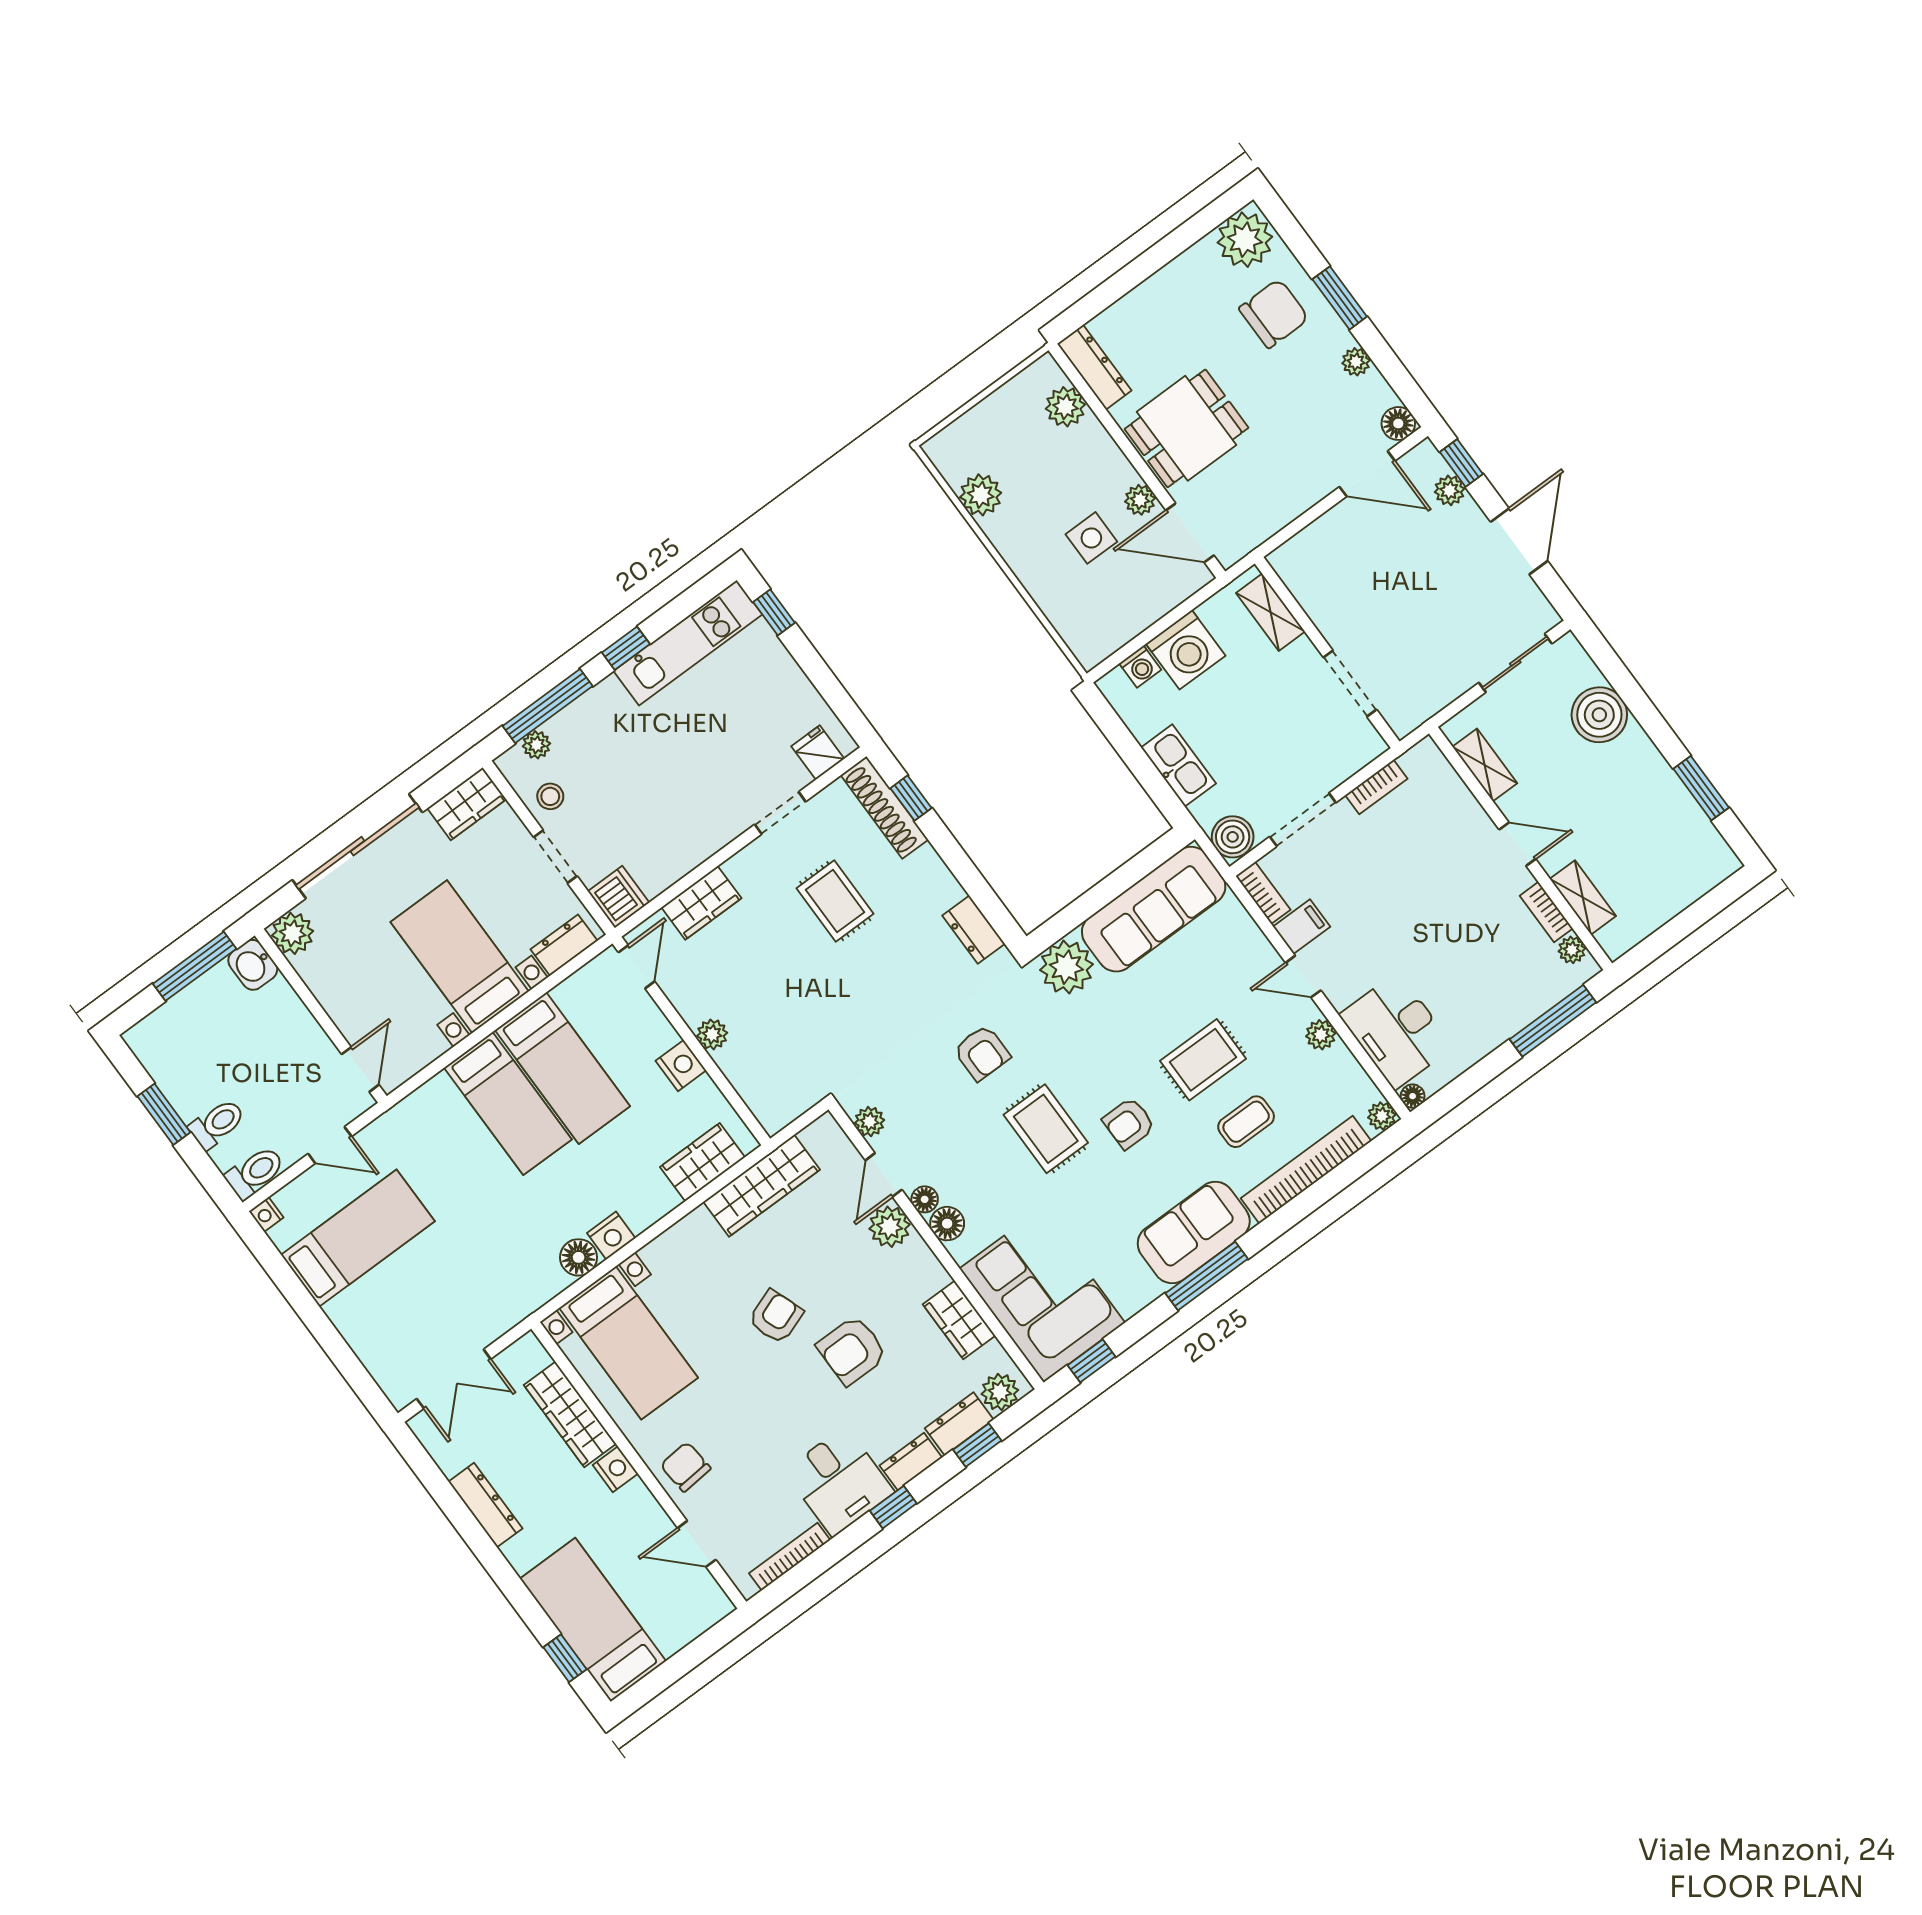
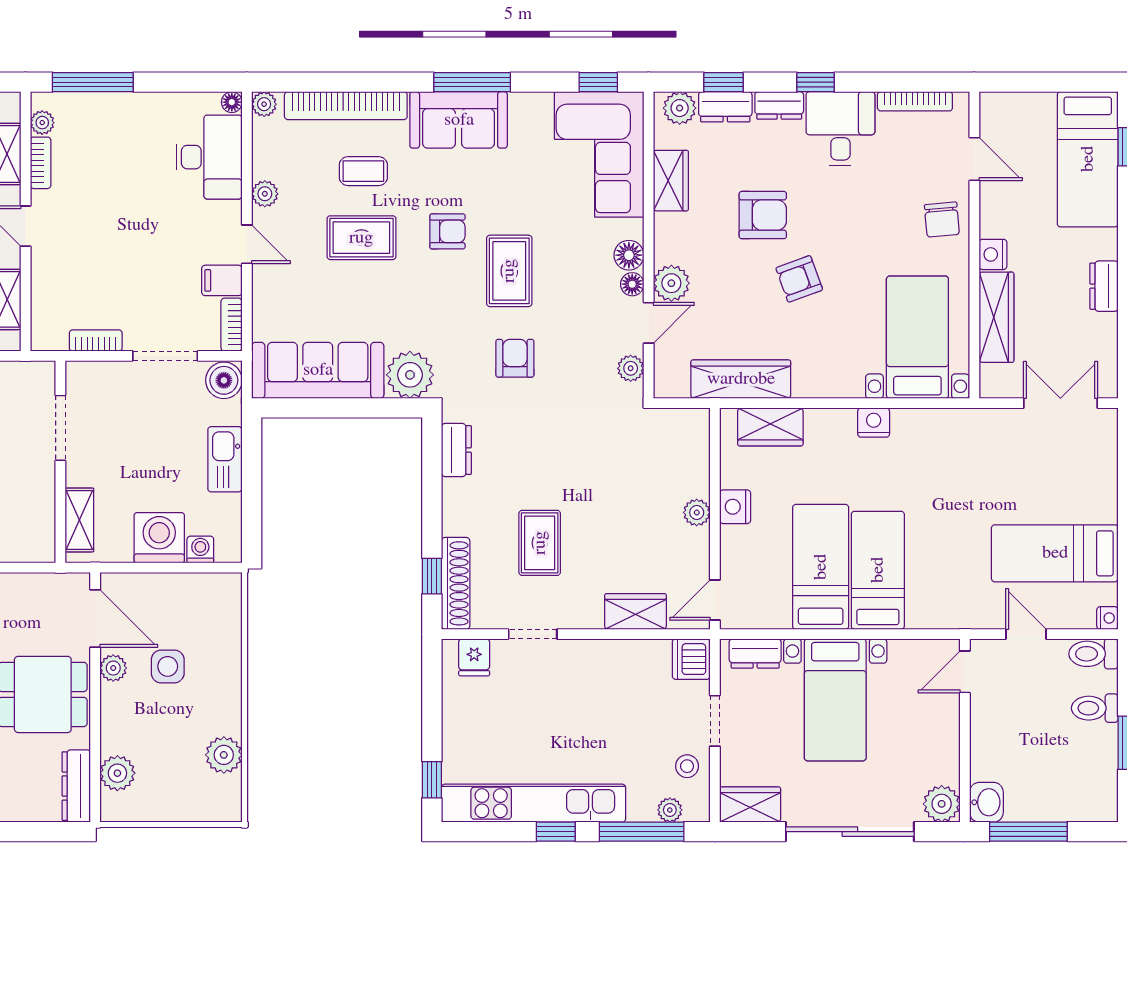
kitchen unit: (688, 643) -> (533, 803), width x1.36
floor lamp: (579, 1257) -> (908, 424), removed
dresser: (485, 1505) -> (1104, 286), width x0.70

